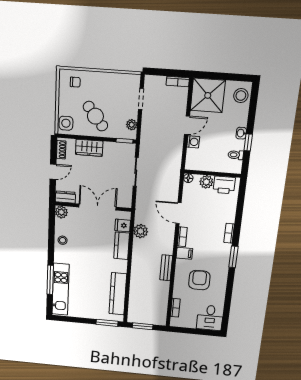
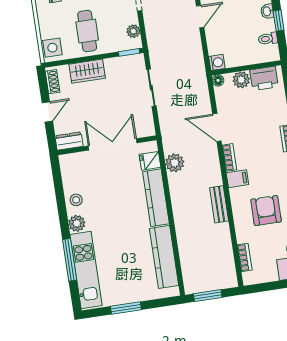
cafe table: (95, 116) -> (87, 31), turned 39
washing machine: (193, 142) -> (217, 62), moved
plant: (61, 212) -> (77, 223), moved
kitchen counter: (122, 246) -> (156, 198), width x1.50
window: (107, 323) -> (126, 308), moved

